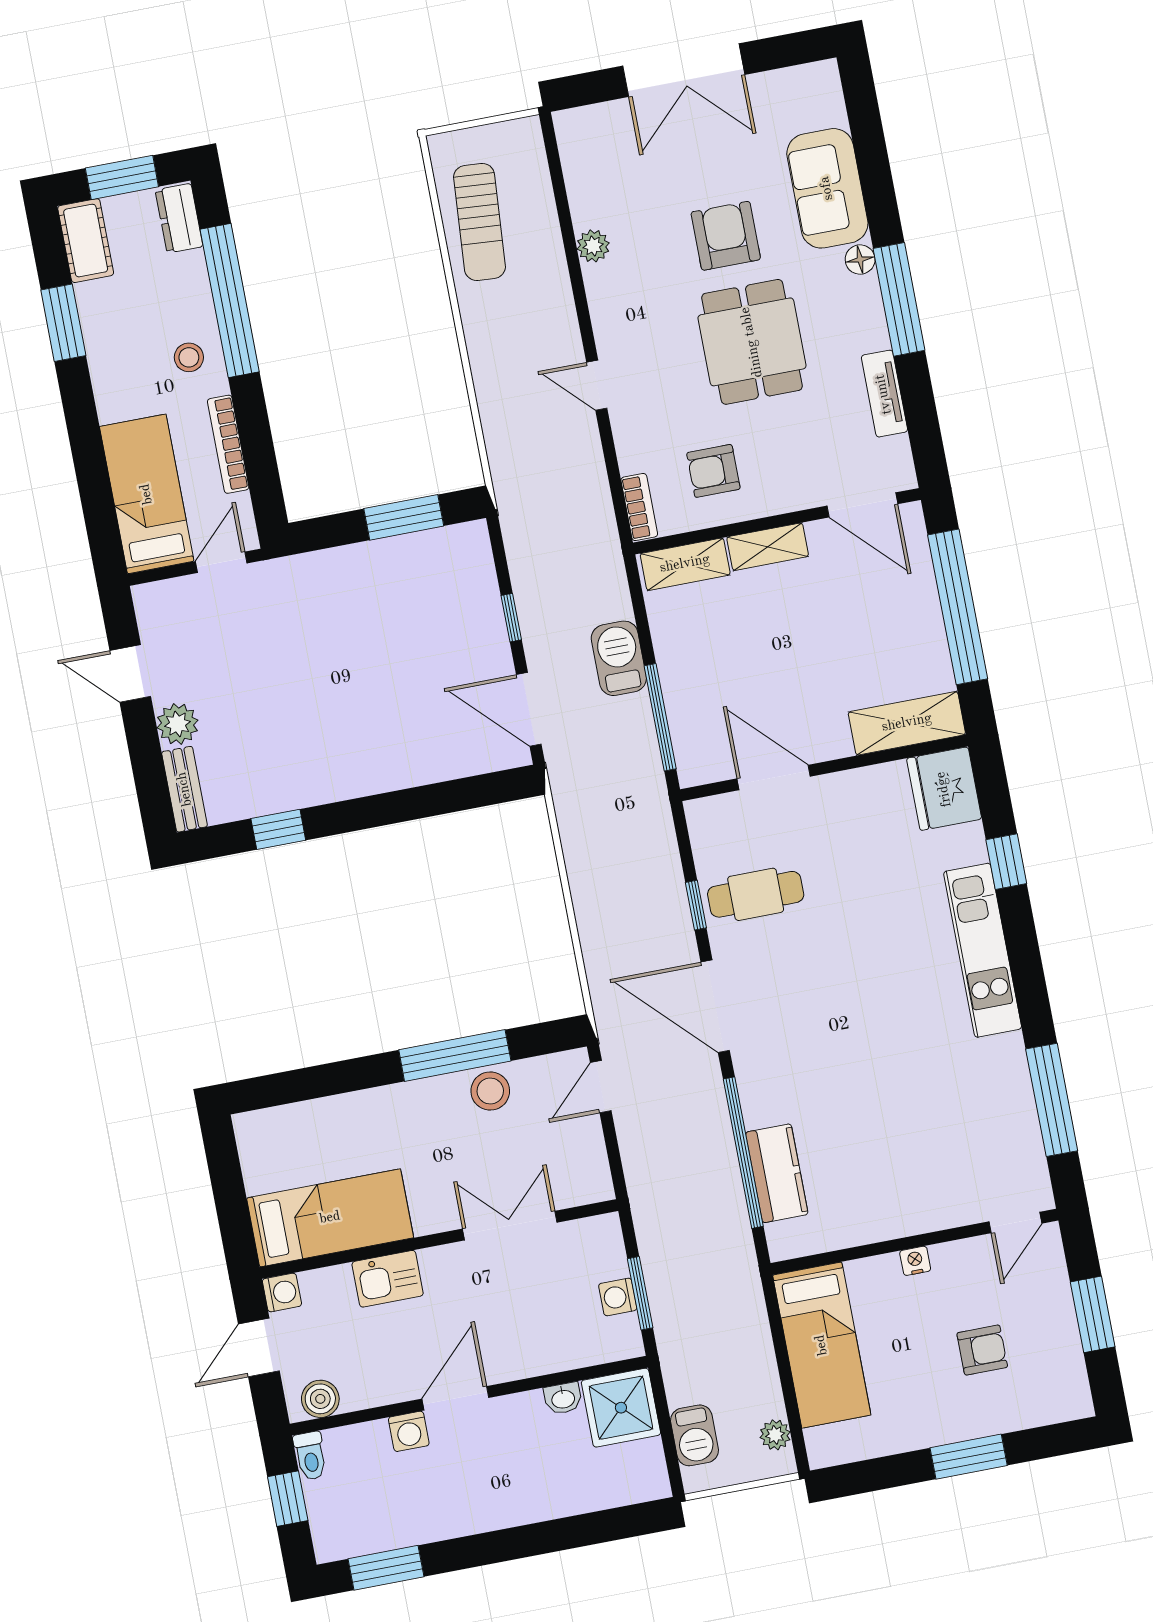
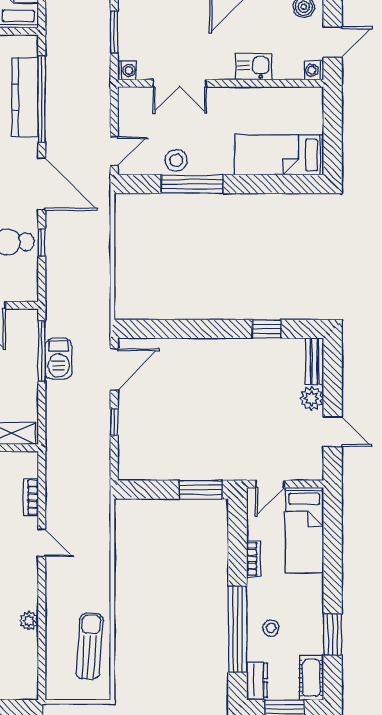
stool: (189, 357) -> (271, 628), moved
bookcase: (228, 444) -> (254, 559), width x0.64
bookcase: (639, 507) -> (31, 497), moved
window: (404, 517) -> (201, 490), moved
barbecue: (619, 658) -> (58, 359), moved
door: (529, 709) -> (114, 369), hinge flipped
kitchen counter: (777, 1173) -> (25, 97), width x1.50
bed: (330, 1218) -> (279, 155), moved
washing machine: (618, 1297) -> (127, 70), moved

